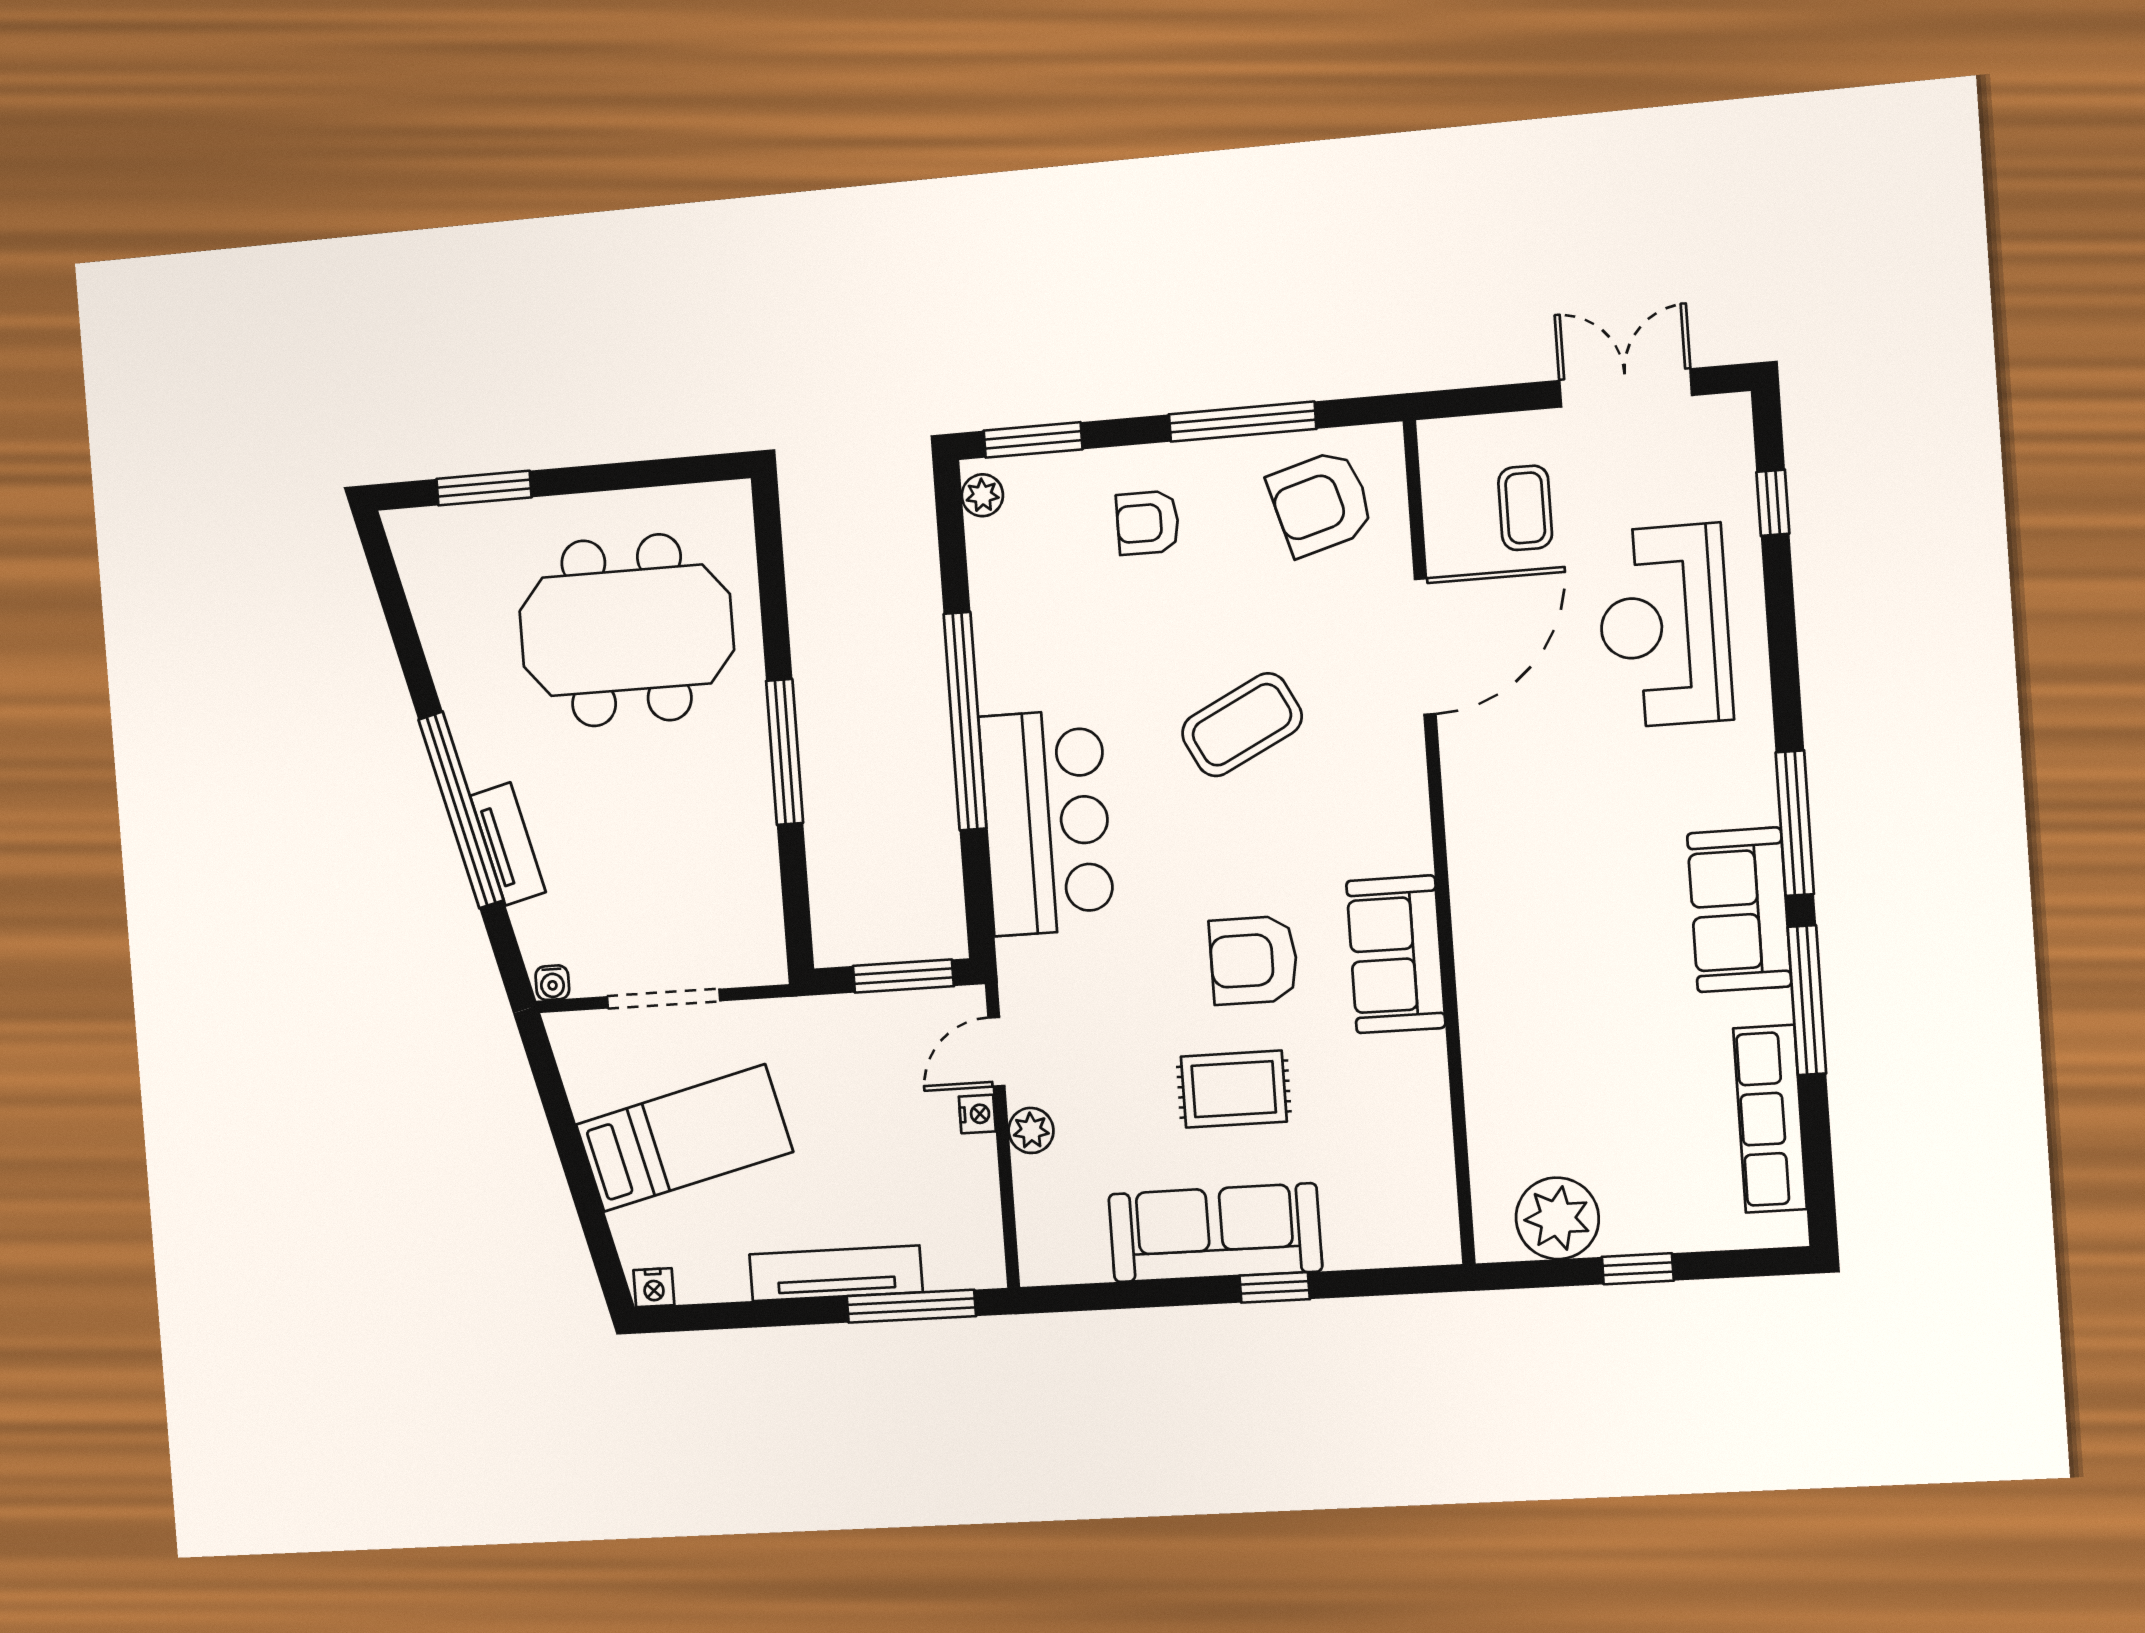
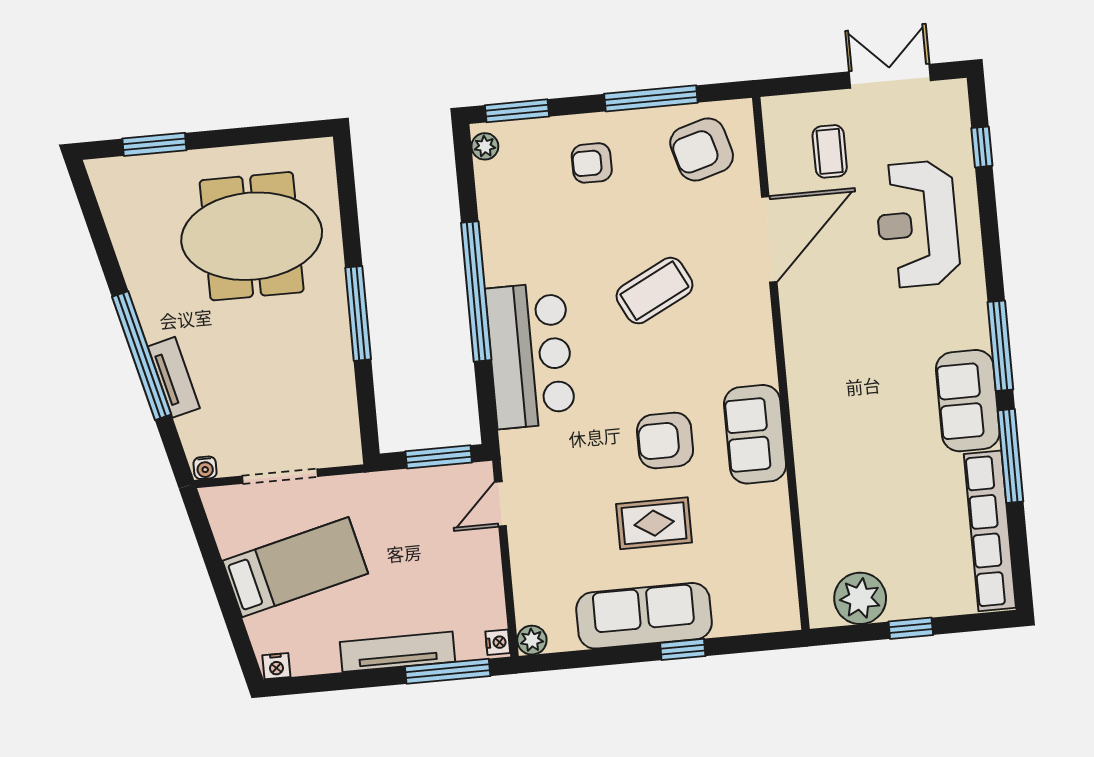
nightstand: (977, 1114) -> (498, 642), moved
row of seats: (1770, 1119) -> (990, 531), width x1.36
plant: (1031, 1130) -> (532, 640), moved

